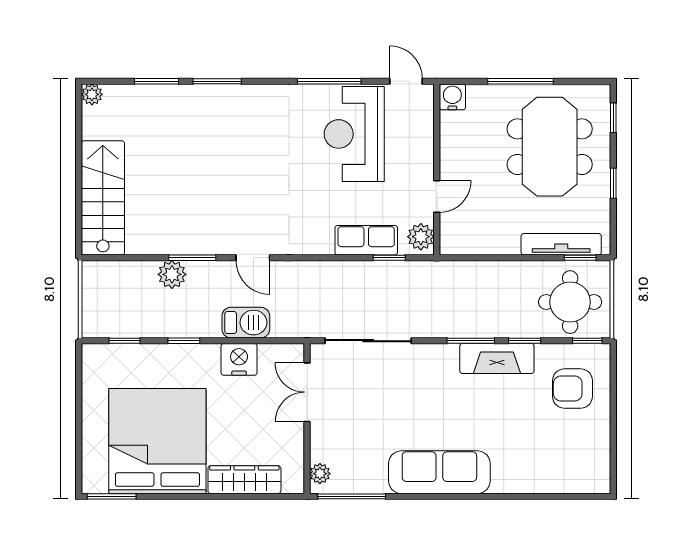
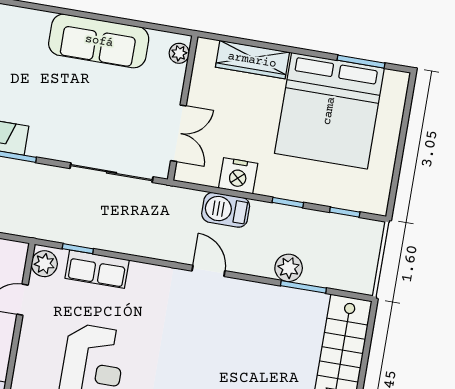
window: (192, 258) -> (303, 287), moved
sofa: (439, 472) -> (99, 41), moved
window: (112, 496) -> (361, 62), moved
window: (352, 496) -> (153, 26), removed

